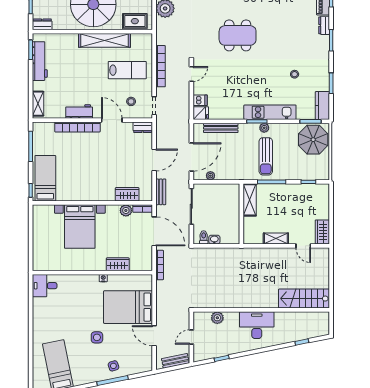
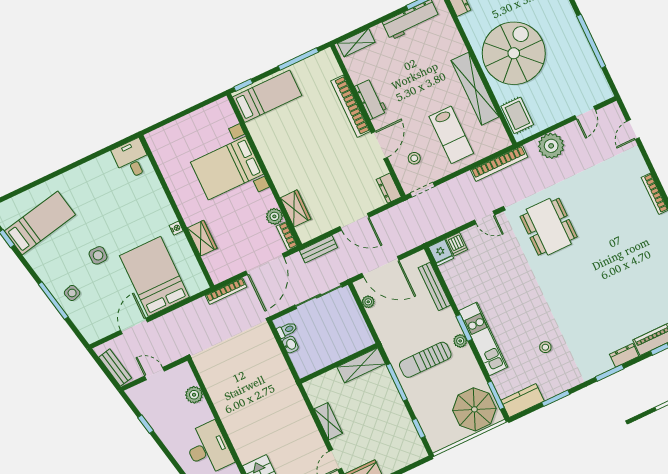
dining table: (238, 35) -> (549, 227), moved
bookcase: (161, 66) -> (499, 163), moved

